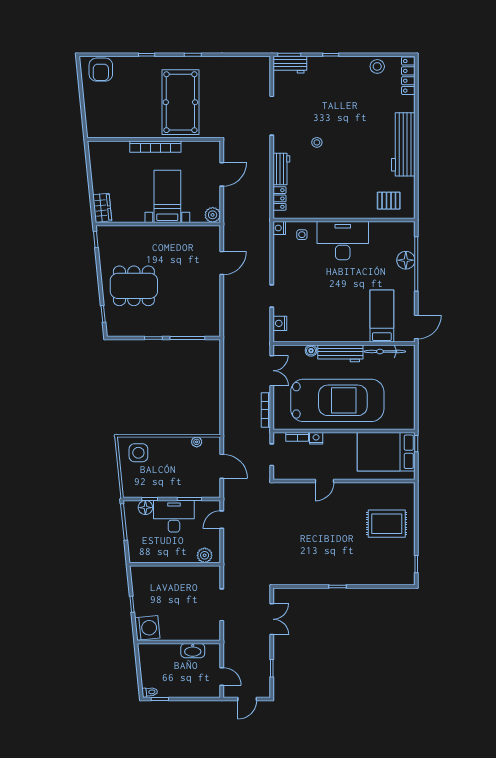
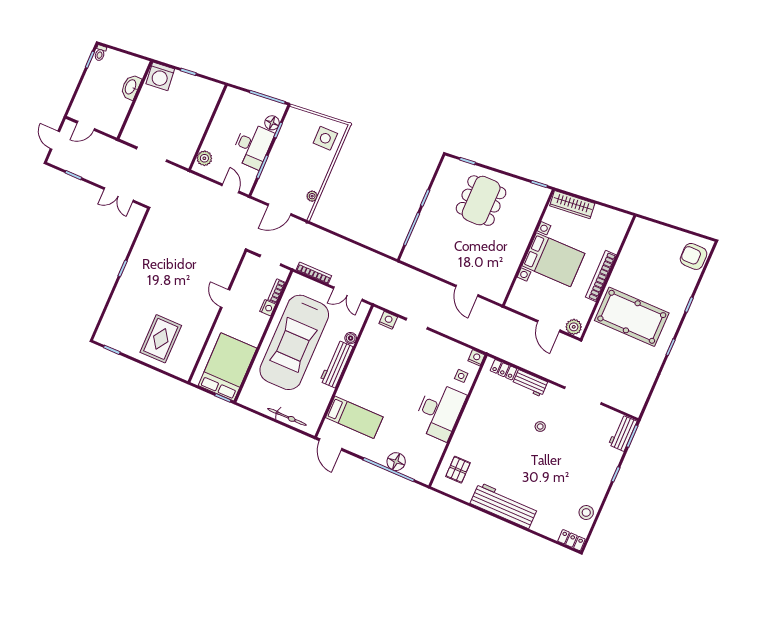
locker: (408, 76) -> (571, 540), width x0.66
bed with nightstands: (167, 196) -> (553, 260), width x1.36
wardrobe: (102, 208) -> (572, 205), width x1.50
plant: (213, 215) -> (574, 327), moved
bicycle: (385, 351) -> (287, 417), moved, turned 90
washbasin: (193, 651) -> (131, 87), moved

